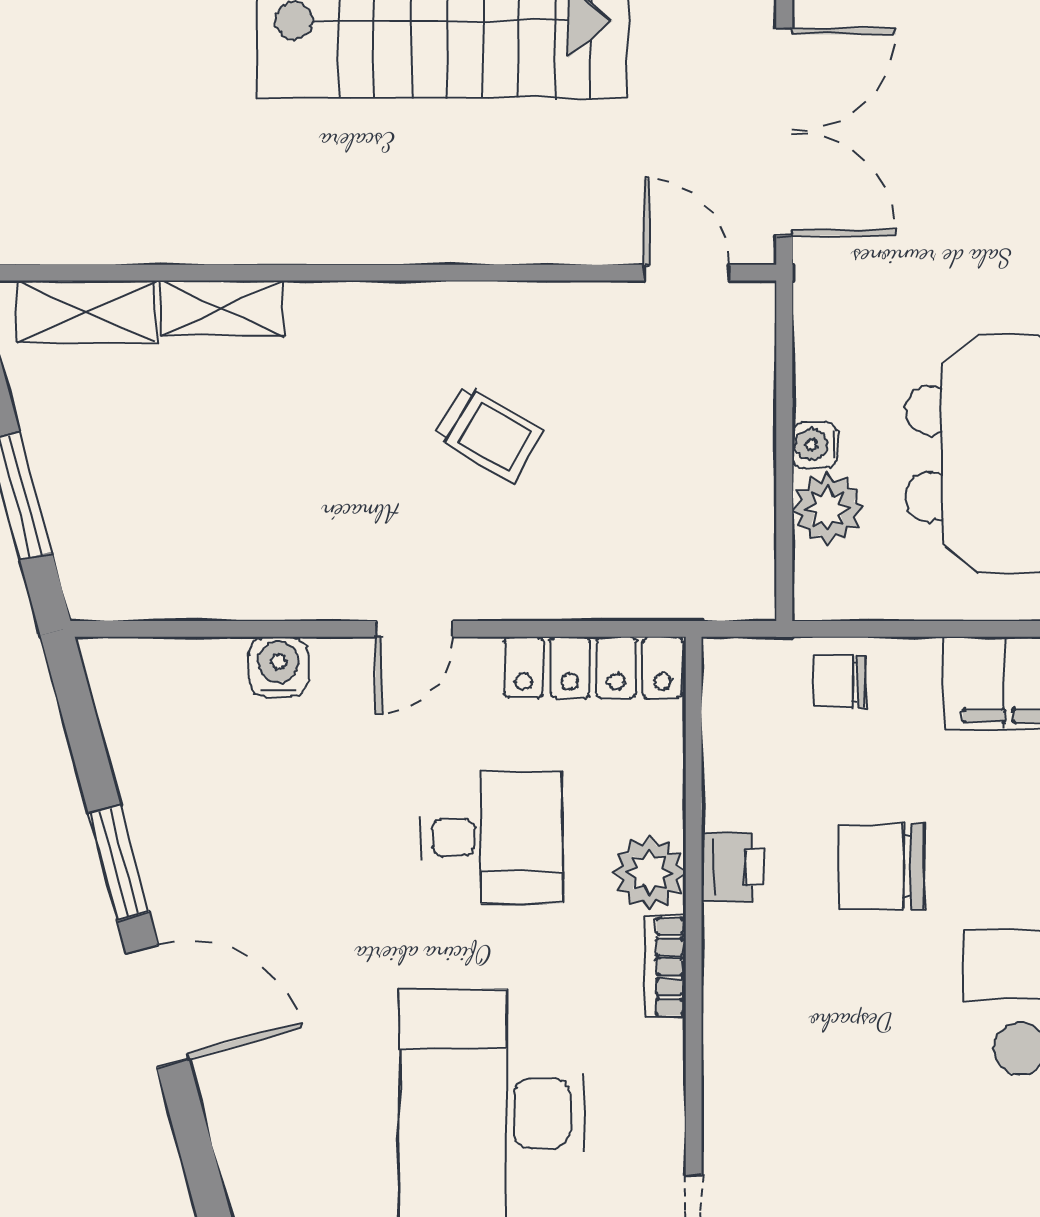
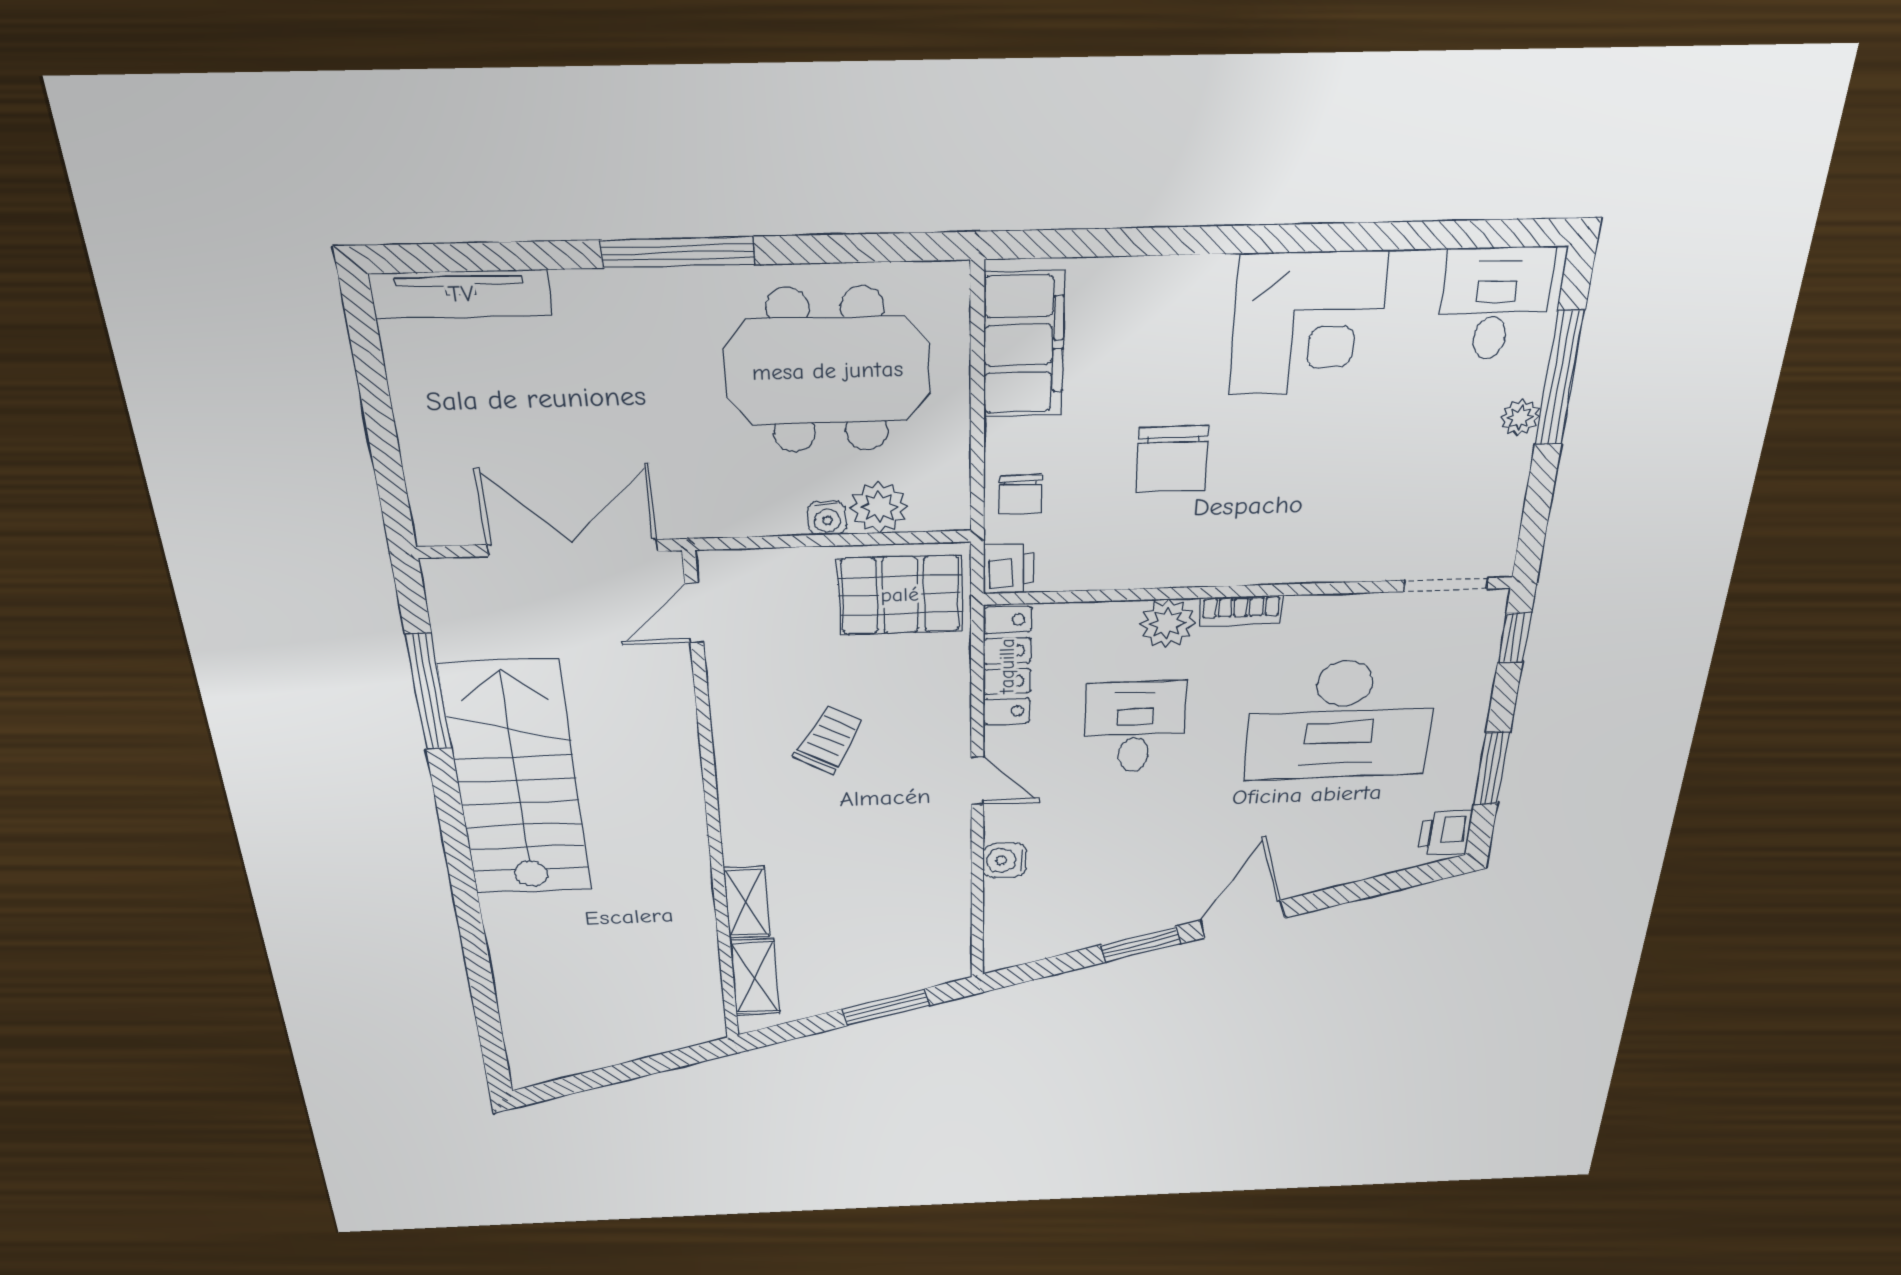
pallet: (703, 532) -> (900, 595), added
printer: (733, 867) -> (1009, 569), moved, turned 90

